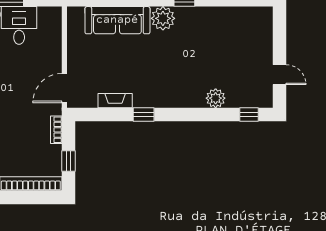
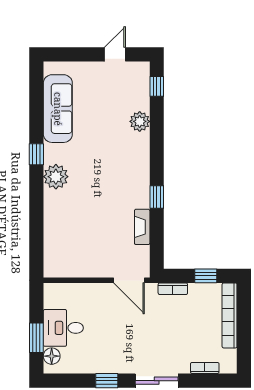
sofa: (117, 20) -> (58, 109), moved

